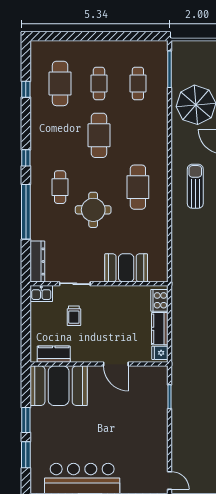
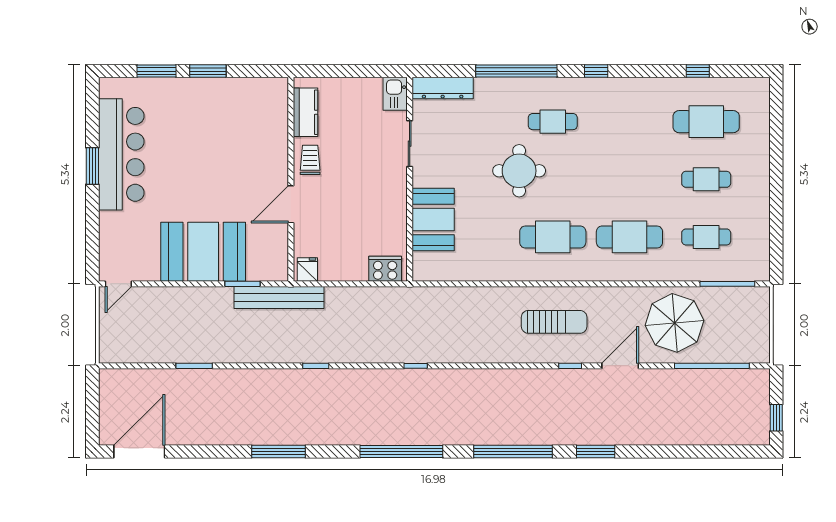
cafe table: (99, 135) -> (629, 237), moved
trolley: (74, 316) -> (310, 160), moved, turned 90
kitchen counter: (160, 329) -> (343, 269), removed
bench: (179, 372) -> (279, 297), added
booth: (59, 386) -> (203, 252), moved, turned 90

